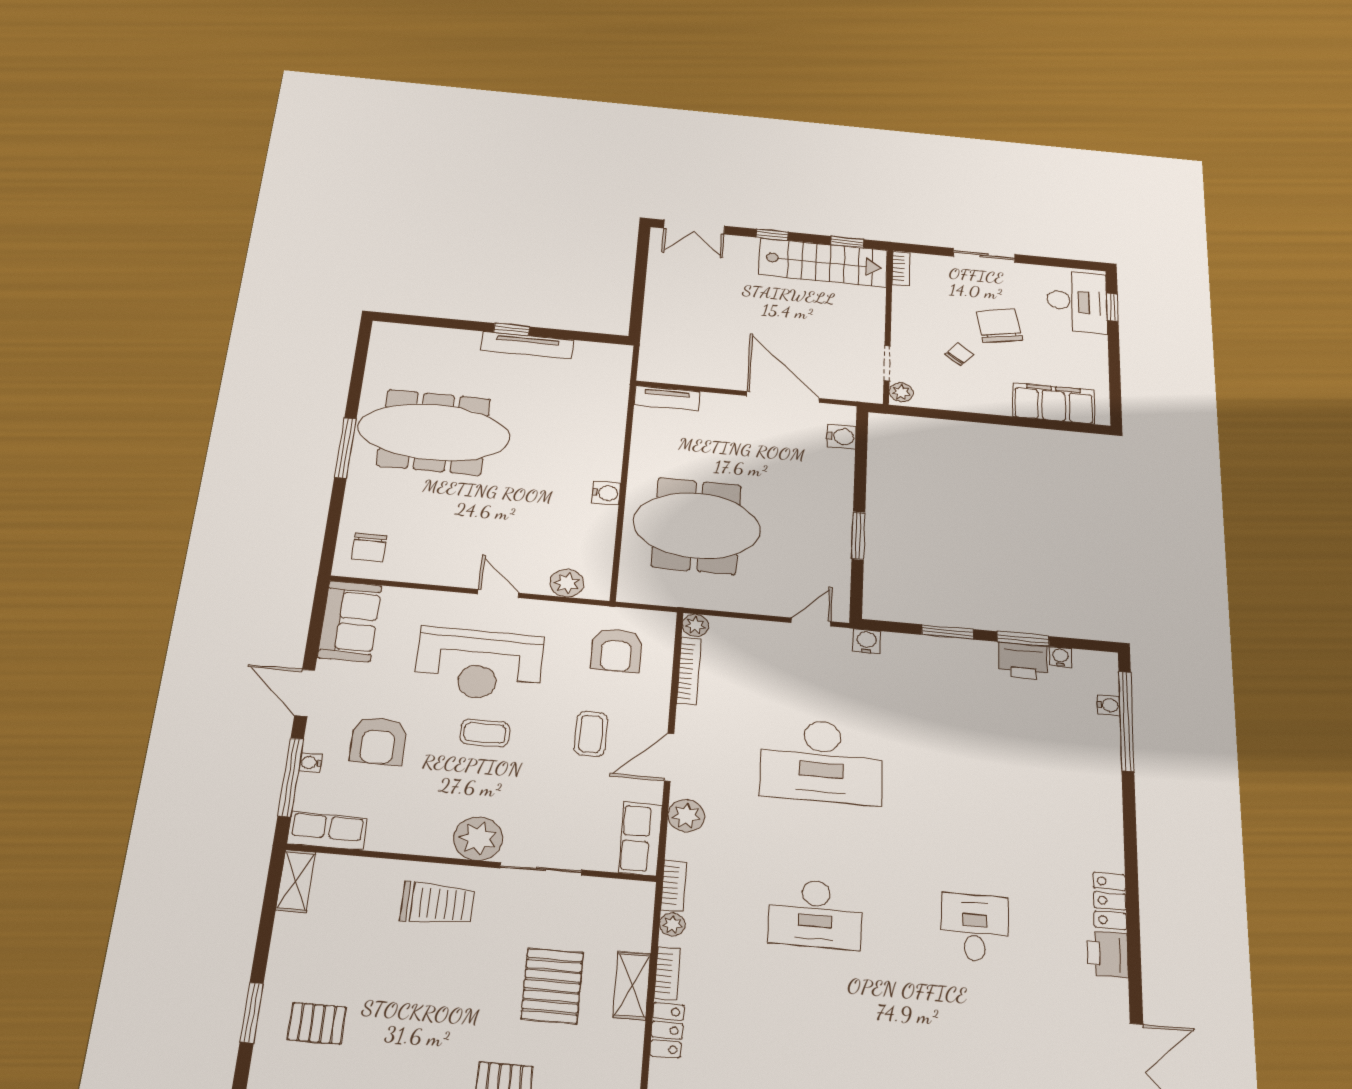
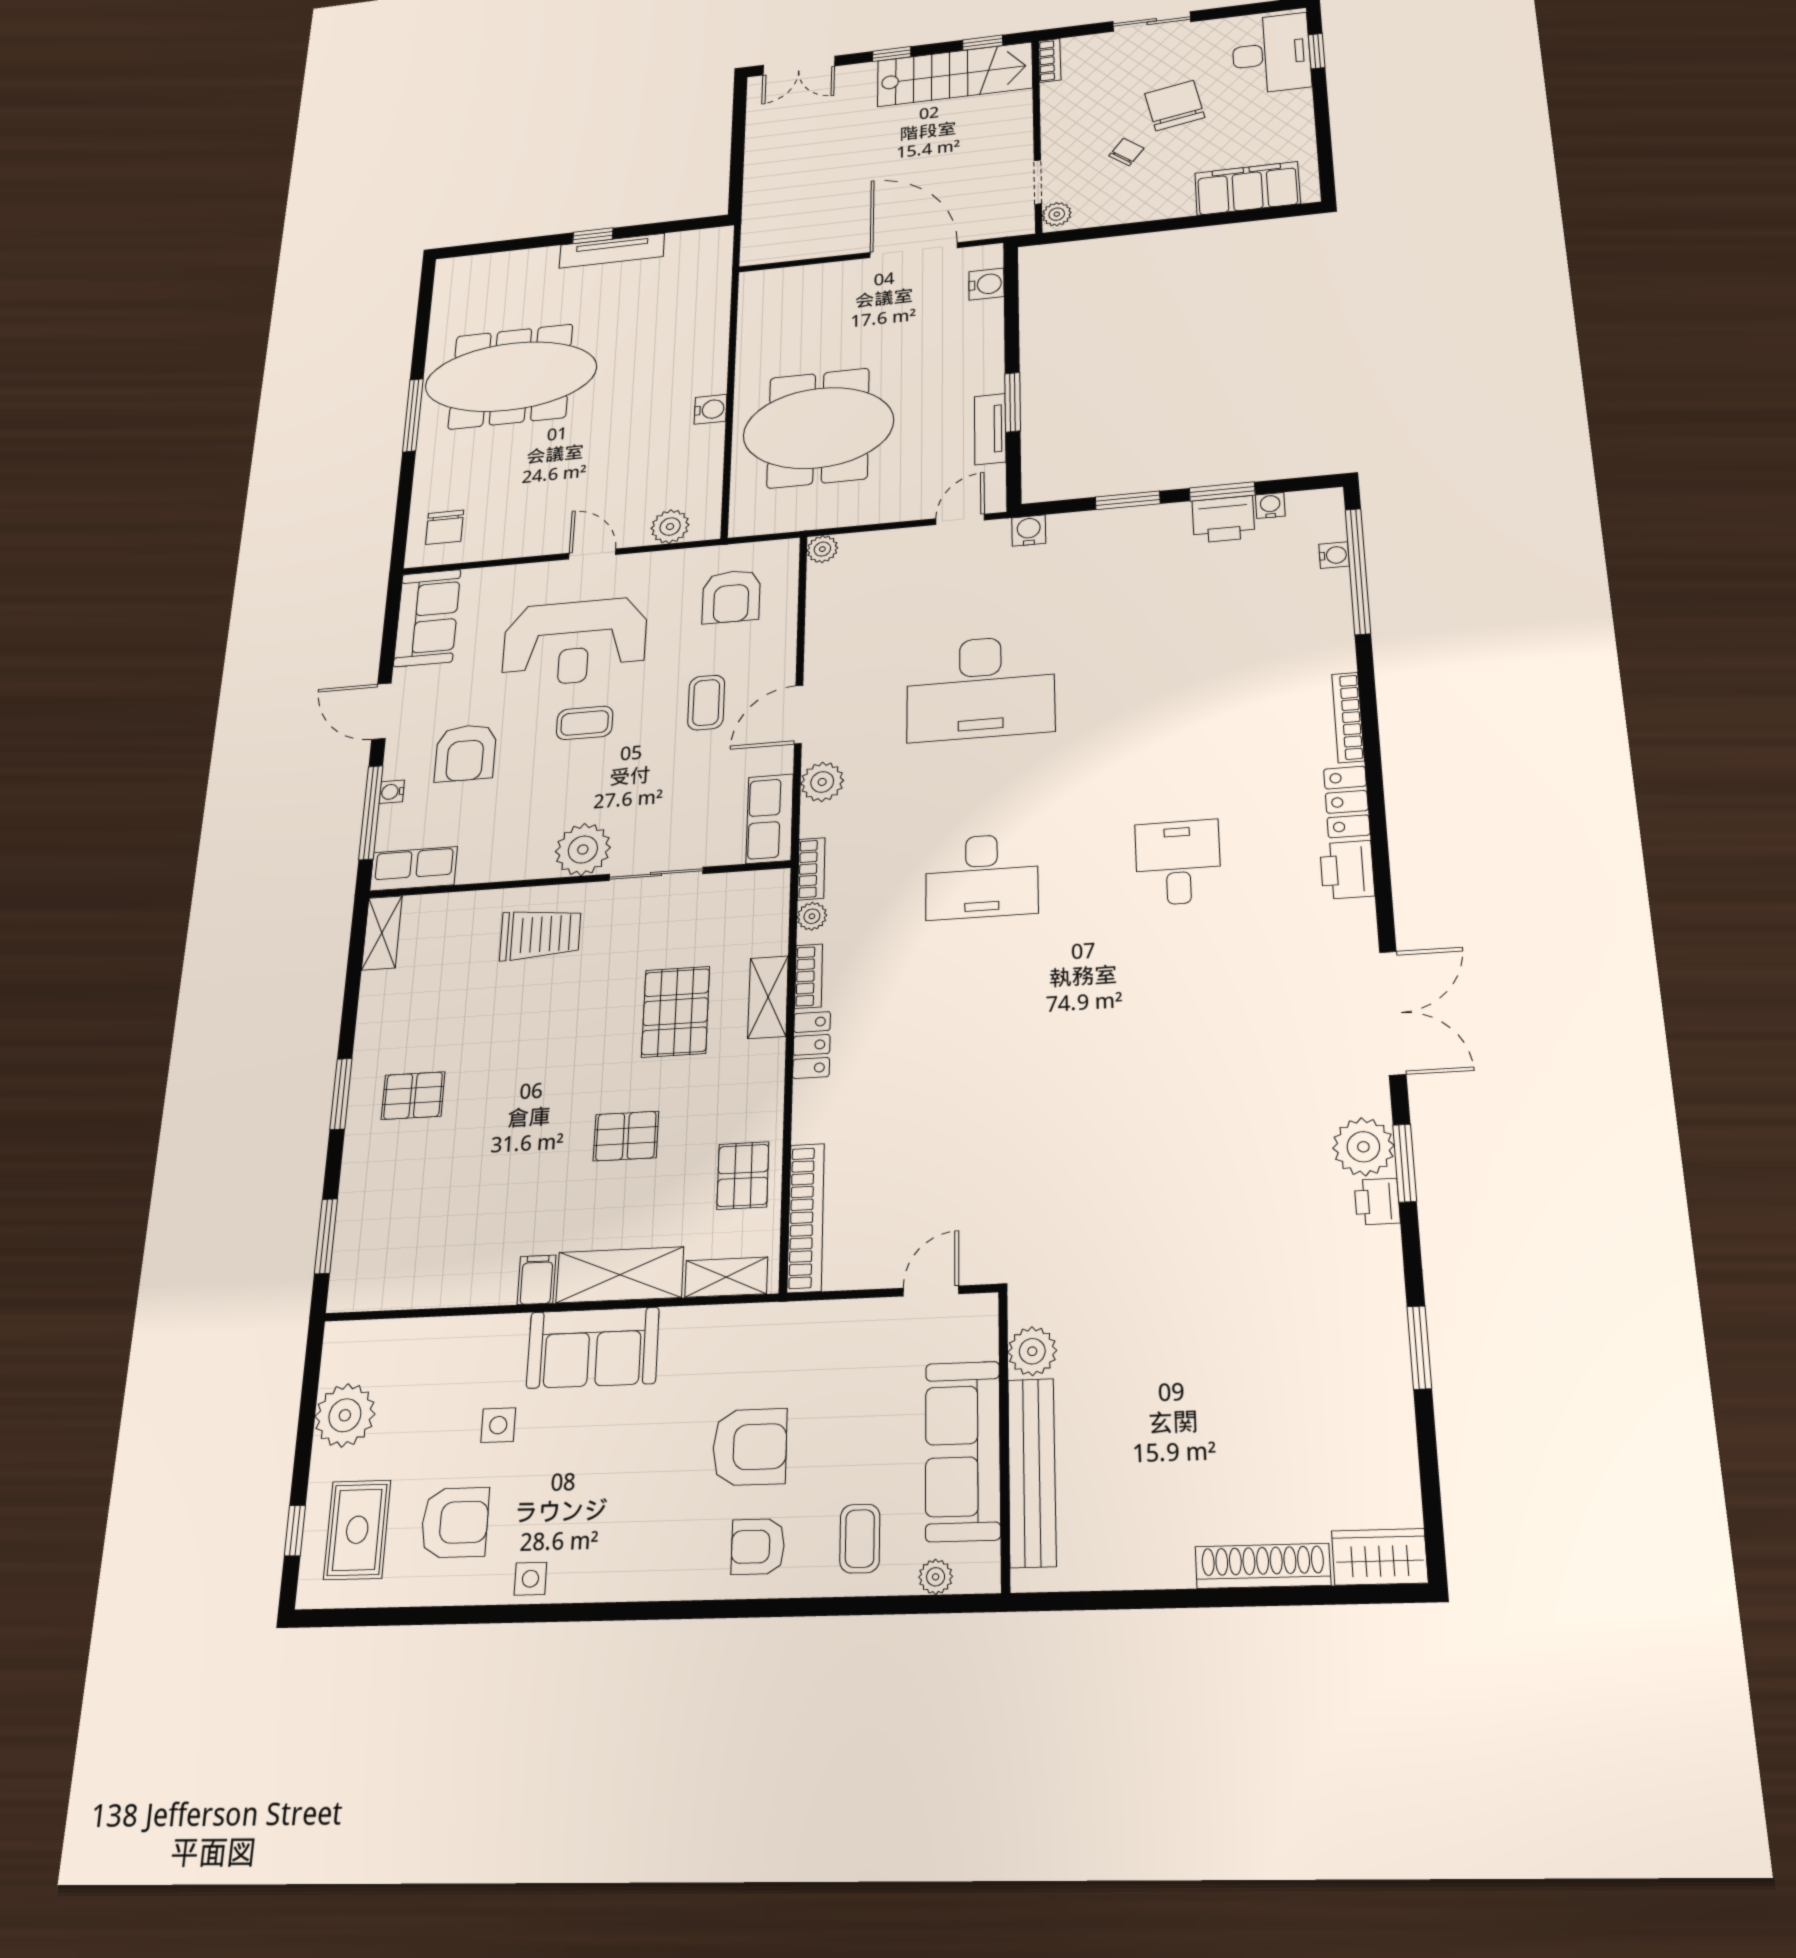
tv unit: (667, 398) -> (990, 429), moved, turned 90
bookcase: (689, 671) -> (1348, 717), moved, turned 180

